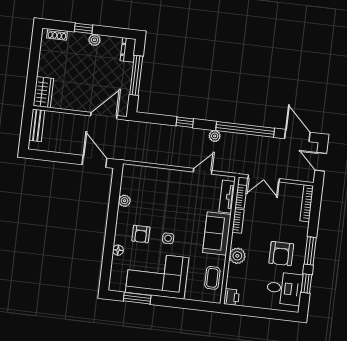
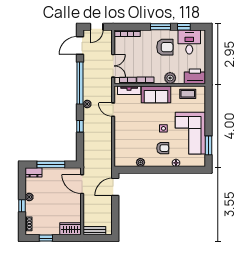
window: (34, 56) -> (46, 238), added
printer: (231, 297) -> (195, 76), width x1.87, depth x1.48

